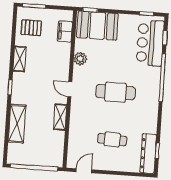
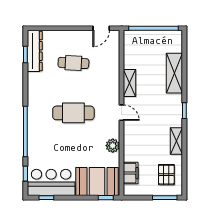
pallet: (31, 28) -> (166, 175), turned 90
bar counter: (150, 43) -> (51, 182), moved, turned -90

